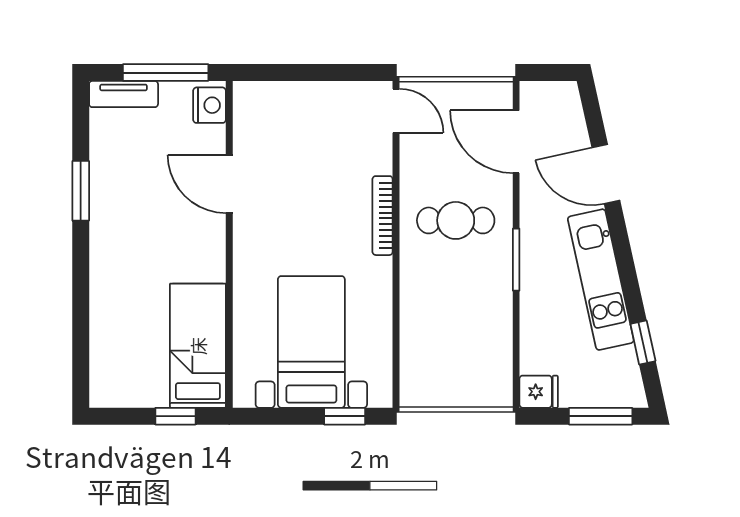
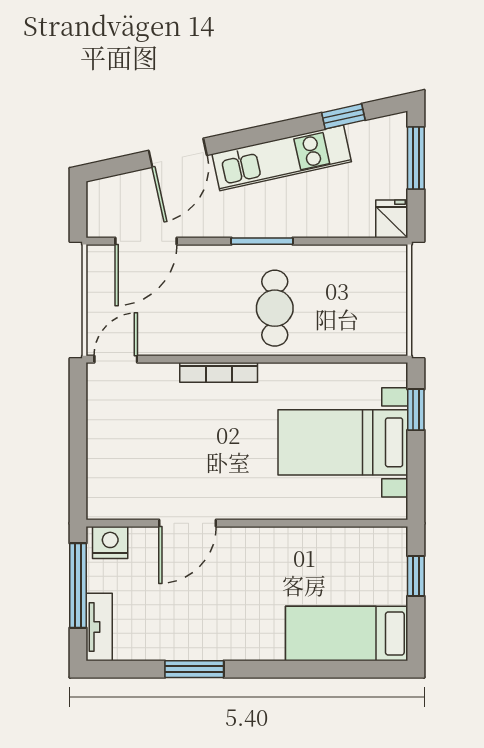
cafe table: (456, 220) -> (275, 308), moved
bed: (198, 346) -> (347, 633), moved

